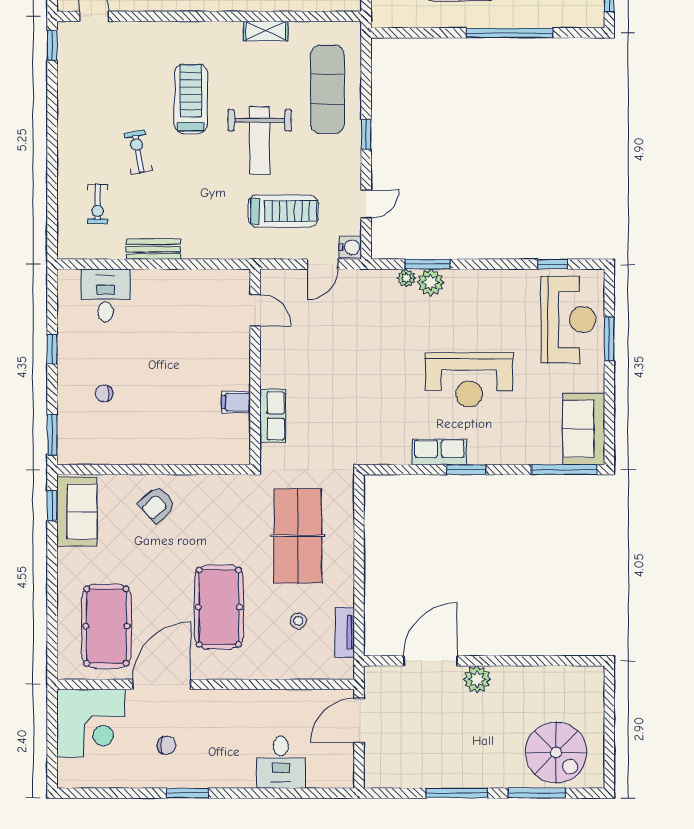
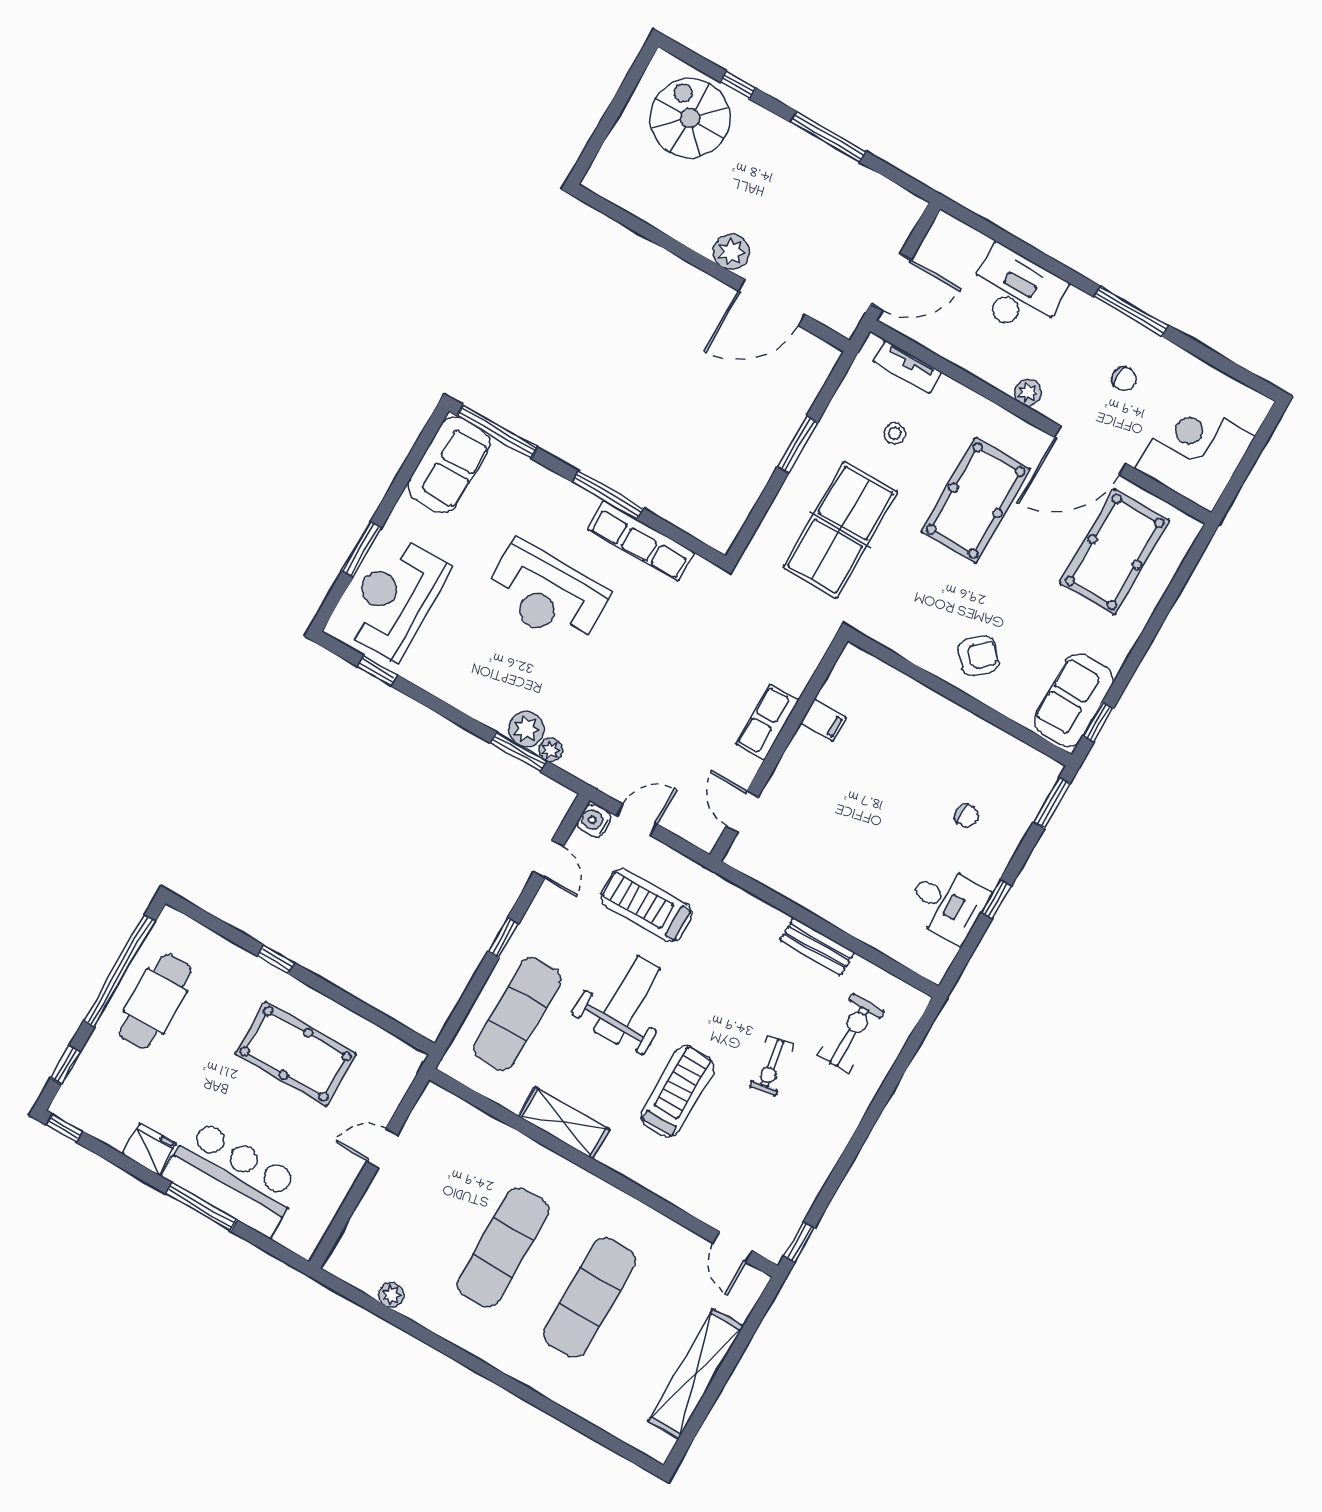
shelving: (266, 31) -> (564, 1123), width x1.50, depth x1.33
window: (510, 33) -> (276, 959), width x0.32
treadmill: (191, 99) -> (678, 1091), turned 180
exercise bike: (98, 204) -> (851, 1033), width x1.38, depth x1.39
door: (366, 204) -> (548, 859), swing flipped
desk: (106, 295) -> (947, 903), moved, turned -90
reception desk: (469, 380) -> (546, 594), turned 180
row of seats: (273, 416) -> (767, 722), moved
row of seats: (439, 452) -> (641, 541), width x1.48
window: (466, 470) -> (608, 495), width x1.44
window: (359, 576) -> (797, 445), added
tv unit: (345, 632) -> (908, 367), moved, turned 90
plant: (225, 699) -> (1028, 392), added
chair: (166, 745) -> (1124, 379), turned 180
desk: (281, 762) -> (1016, 291), width x1.37
window: (188, 793) -> (1131, 311), width x1.44
window: (537, 793) -> (738, 85), width x0.46

